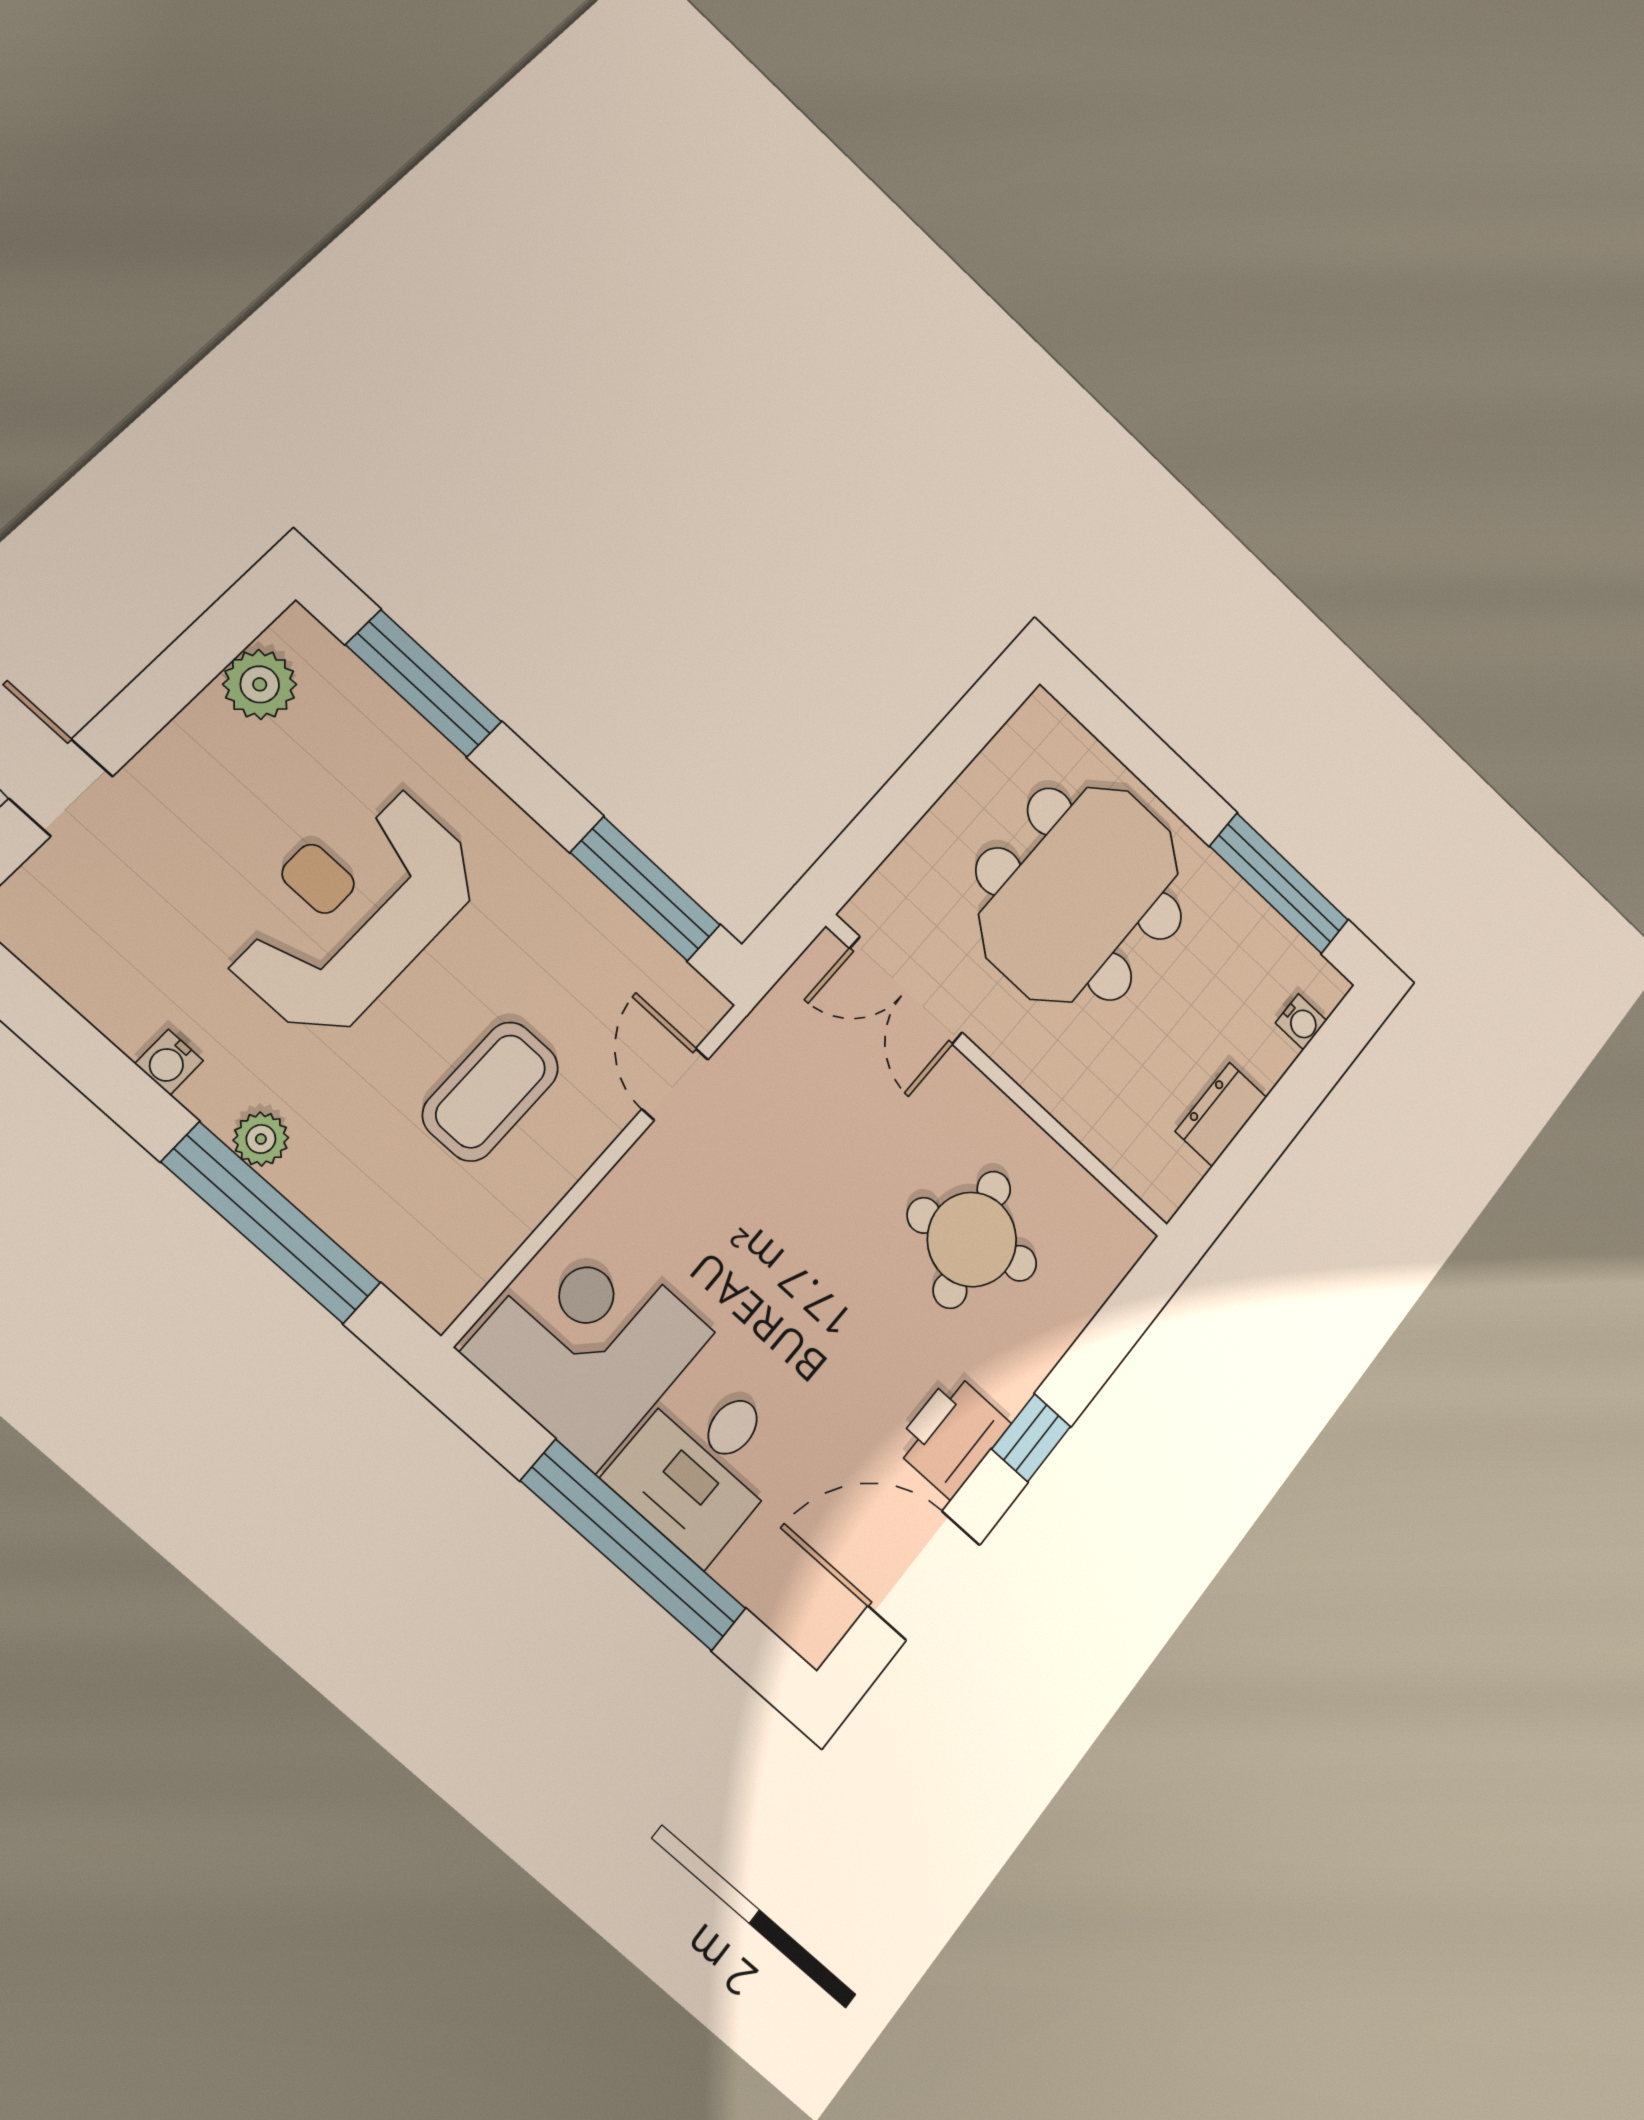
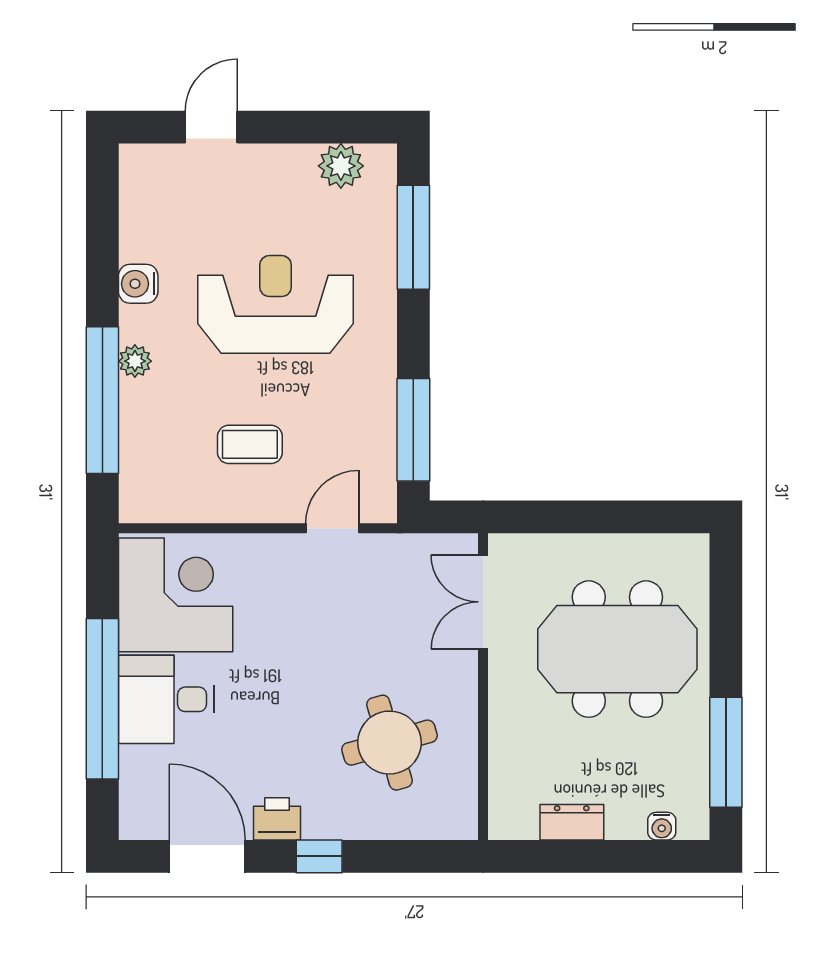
water cooler: (169, 1062) -> (138, 284), width x1.38, depth x1.38
coffee table: (491, 1091) -> (250, 444), width x0.73, depth x0.77
printer: (952, 1435) -> (277, 819), width x0.73, depth x0.81

